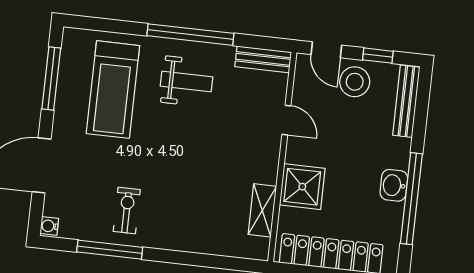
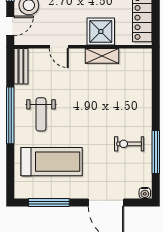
weight bench: (187, 82) -> (41, 114), turned 180
door: (286, 120) -> (59, 47), swing flipped
shelving: (262, 210) -> (102, 56), moved

